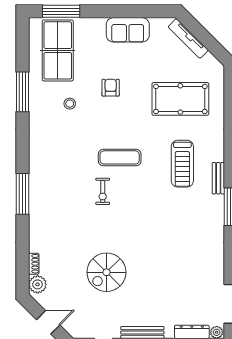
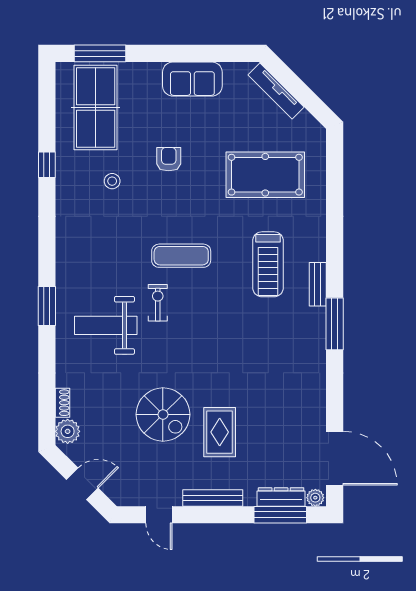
window: (23, 92) -> (47, 165), width x0.46
exercise bike: (103, 191) -> (158, 303), turned 180
window: (23, 194) -> (47, 306), width x0.69
weight bench: (65, 208) -> (106, 325), added
spiral stairs: (106, 272) -> (163, 414), turned -90
rug: (147, 285) -> (220, 432), added

